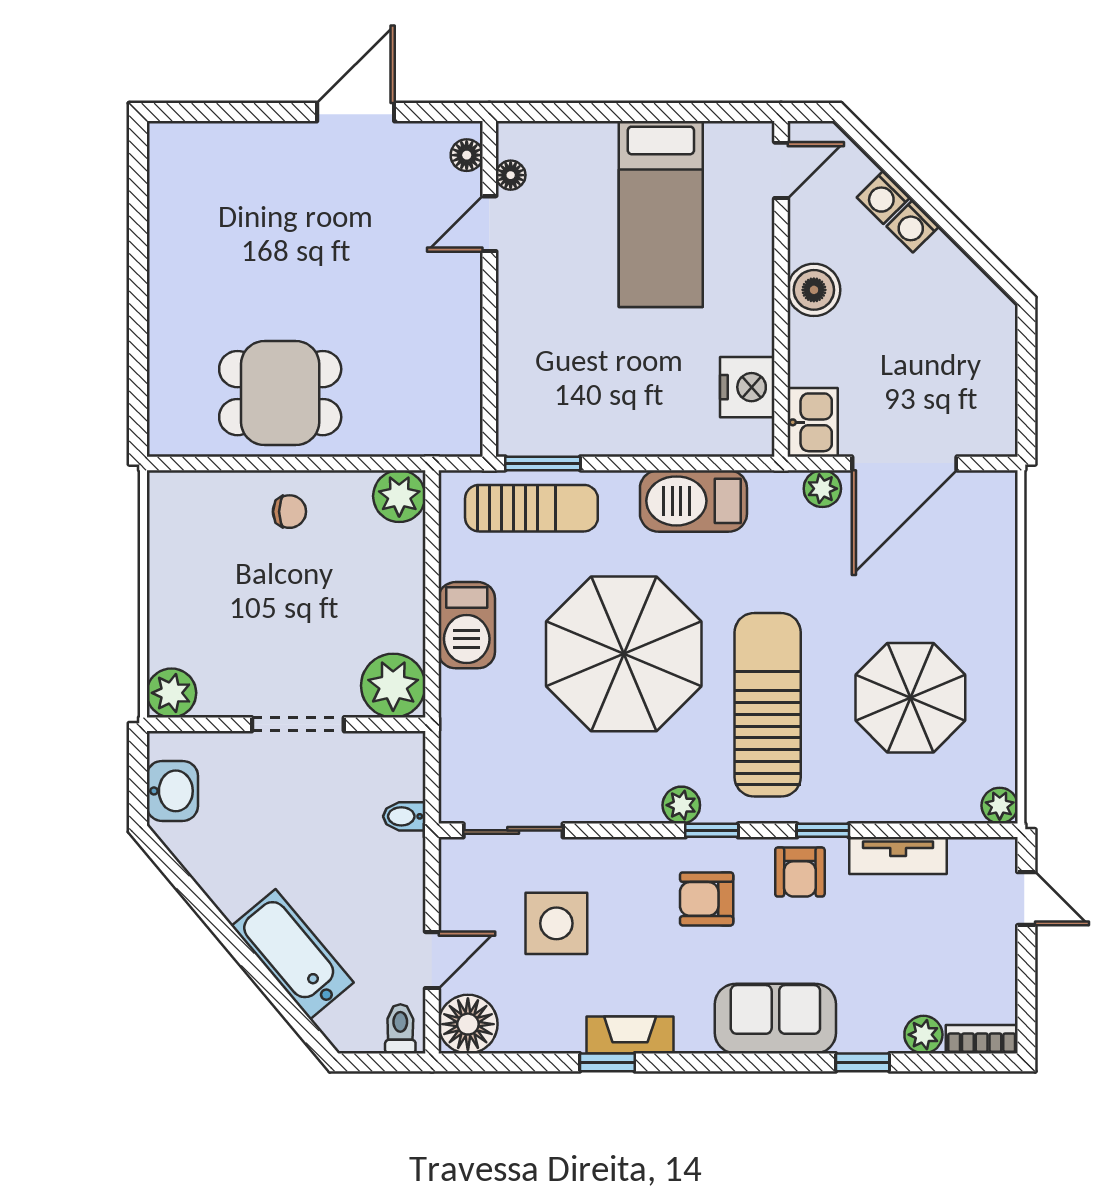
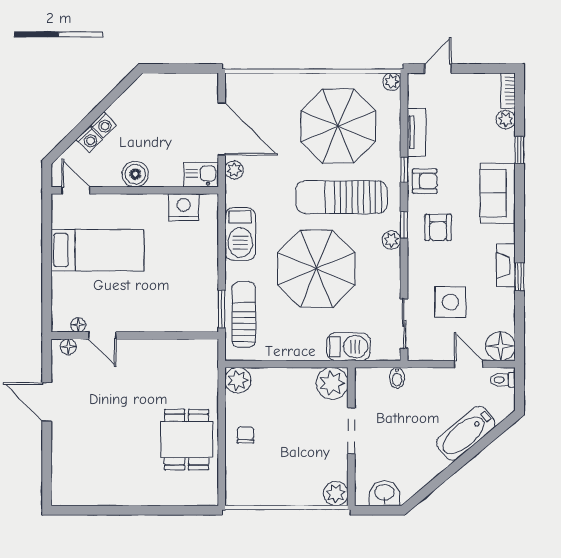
barbecue: (467, 625) -> (349, 347), moved
parasol: (910, 698) -> (338, 126), width x1.36, depth x1.36

